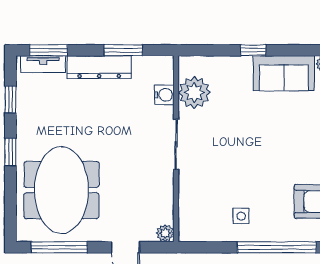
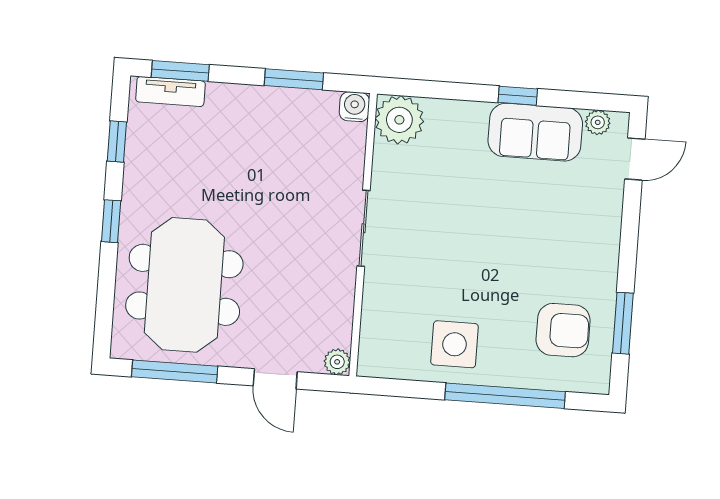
window: (253, 50) -> (518, 96), moved
dresser: (99, 67) -> (255, 102), removed
plant: (194, 92) -> (399, 120), moved
water cooler: (164, 95) -> (354, 107), moved, turned -90
side table: (241, 216) -> (455, 344), width x1.87, depth x1.87

